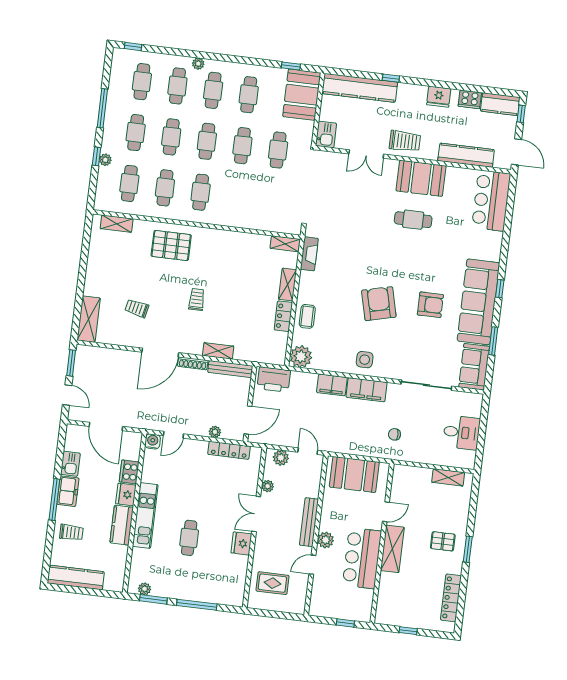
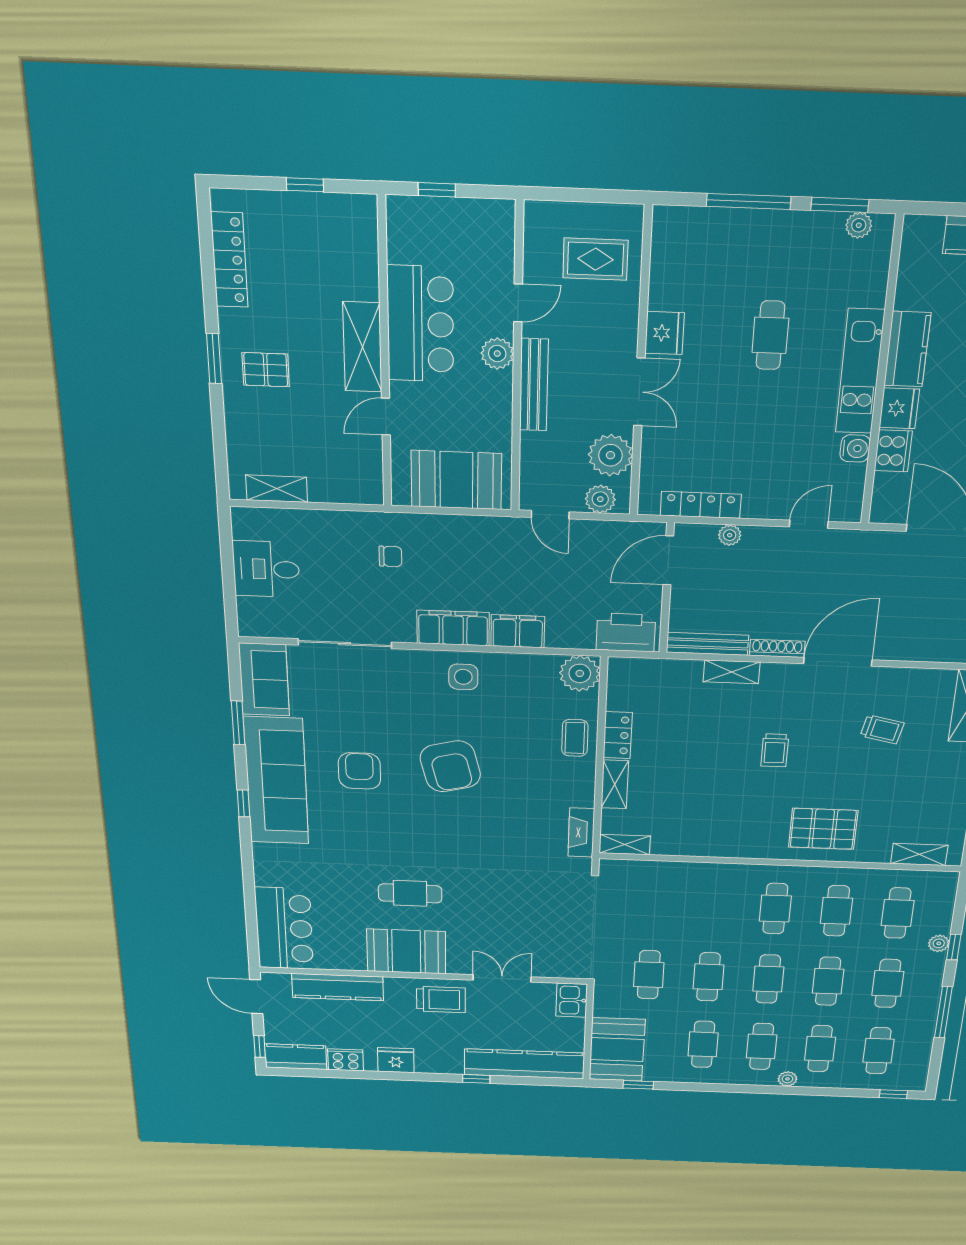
trolley: (405, 141) -> (441, 1000), turned 180
armchair: (430, 305) -> (359, 771), turned 90
water cooler: (153, 441) -> (855, 448), moved, turned -90
plant: (268, 486) -> (610, 455), width x1.88, depth x1.88

